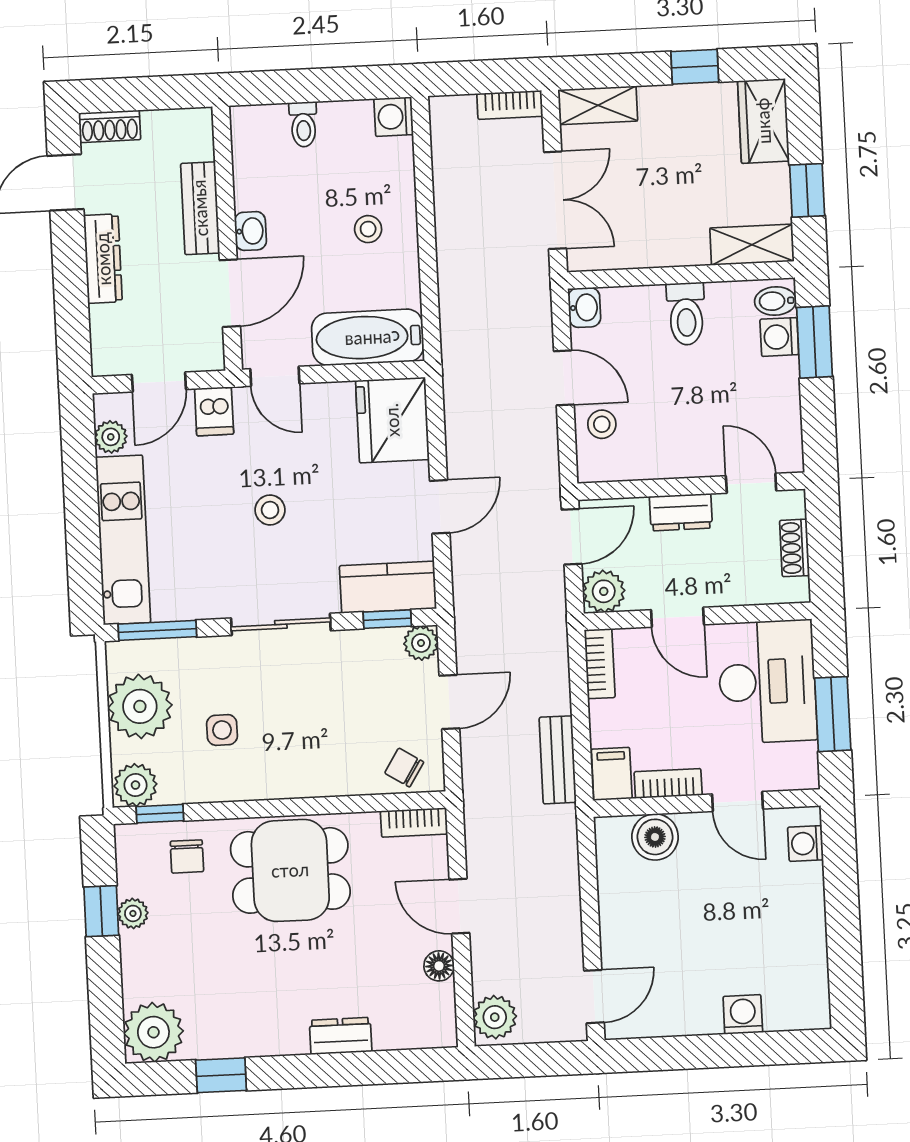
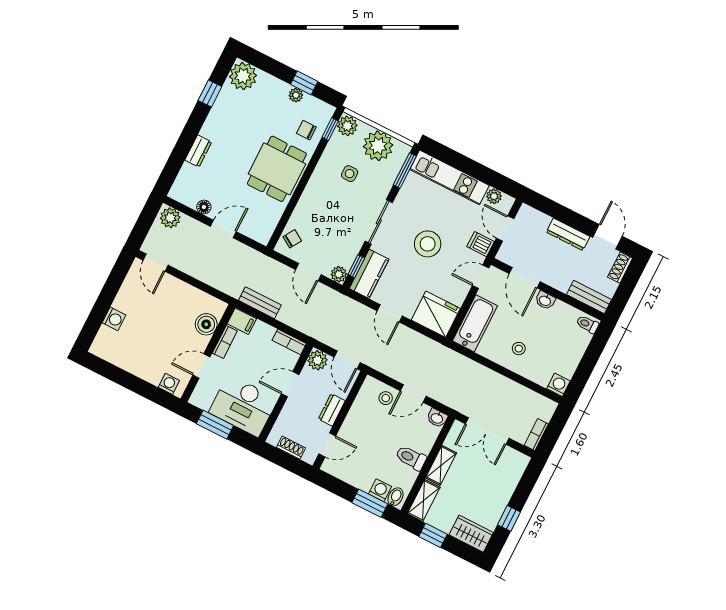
shelving: (598, 105) -> (441, 465), moved
toilet: (303, 124) -> (587, 324), moved
bench: (200, 208) -> (589, 297), moved
stool: (270, 510) -> (428, 244), width x1.89, depth x1.89
bookcase: (414, 822) -> (268, 230), removed

